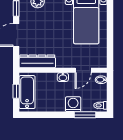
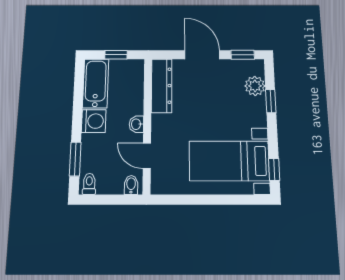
bathtub: (27, 92) -> (96, 83), moved, turned -90
washing machine: (73, 104) -> (94, 121), moved

